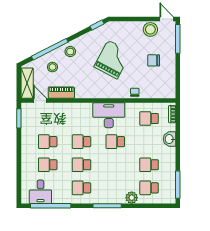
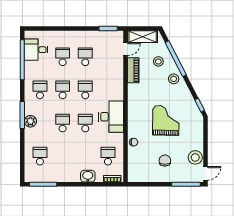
grand piano: (113, 59) -> (166, 120), turned -117
school desk: (149, 165) -> (63, 123), moved
plant: (132, 198) -> (30, 121), moved

